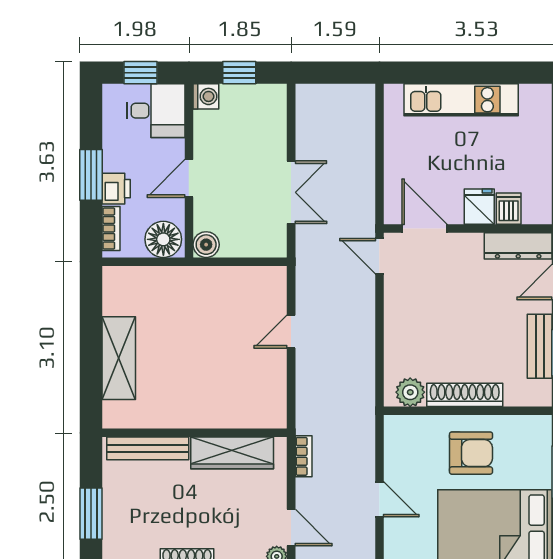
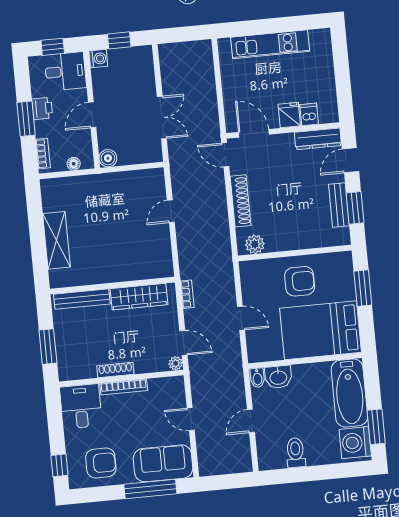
printer: (116, 189) -> (42, 108), moved
floor lamp: (163, 239) -> (74, 164), width x0.53, depth x0.53
shoe rack: (465, 395) -> (240, 201), moved, turned 90

